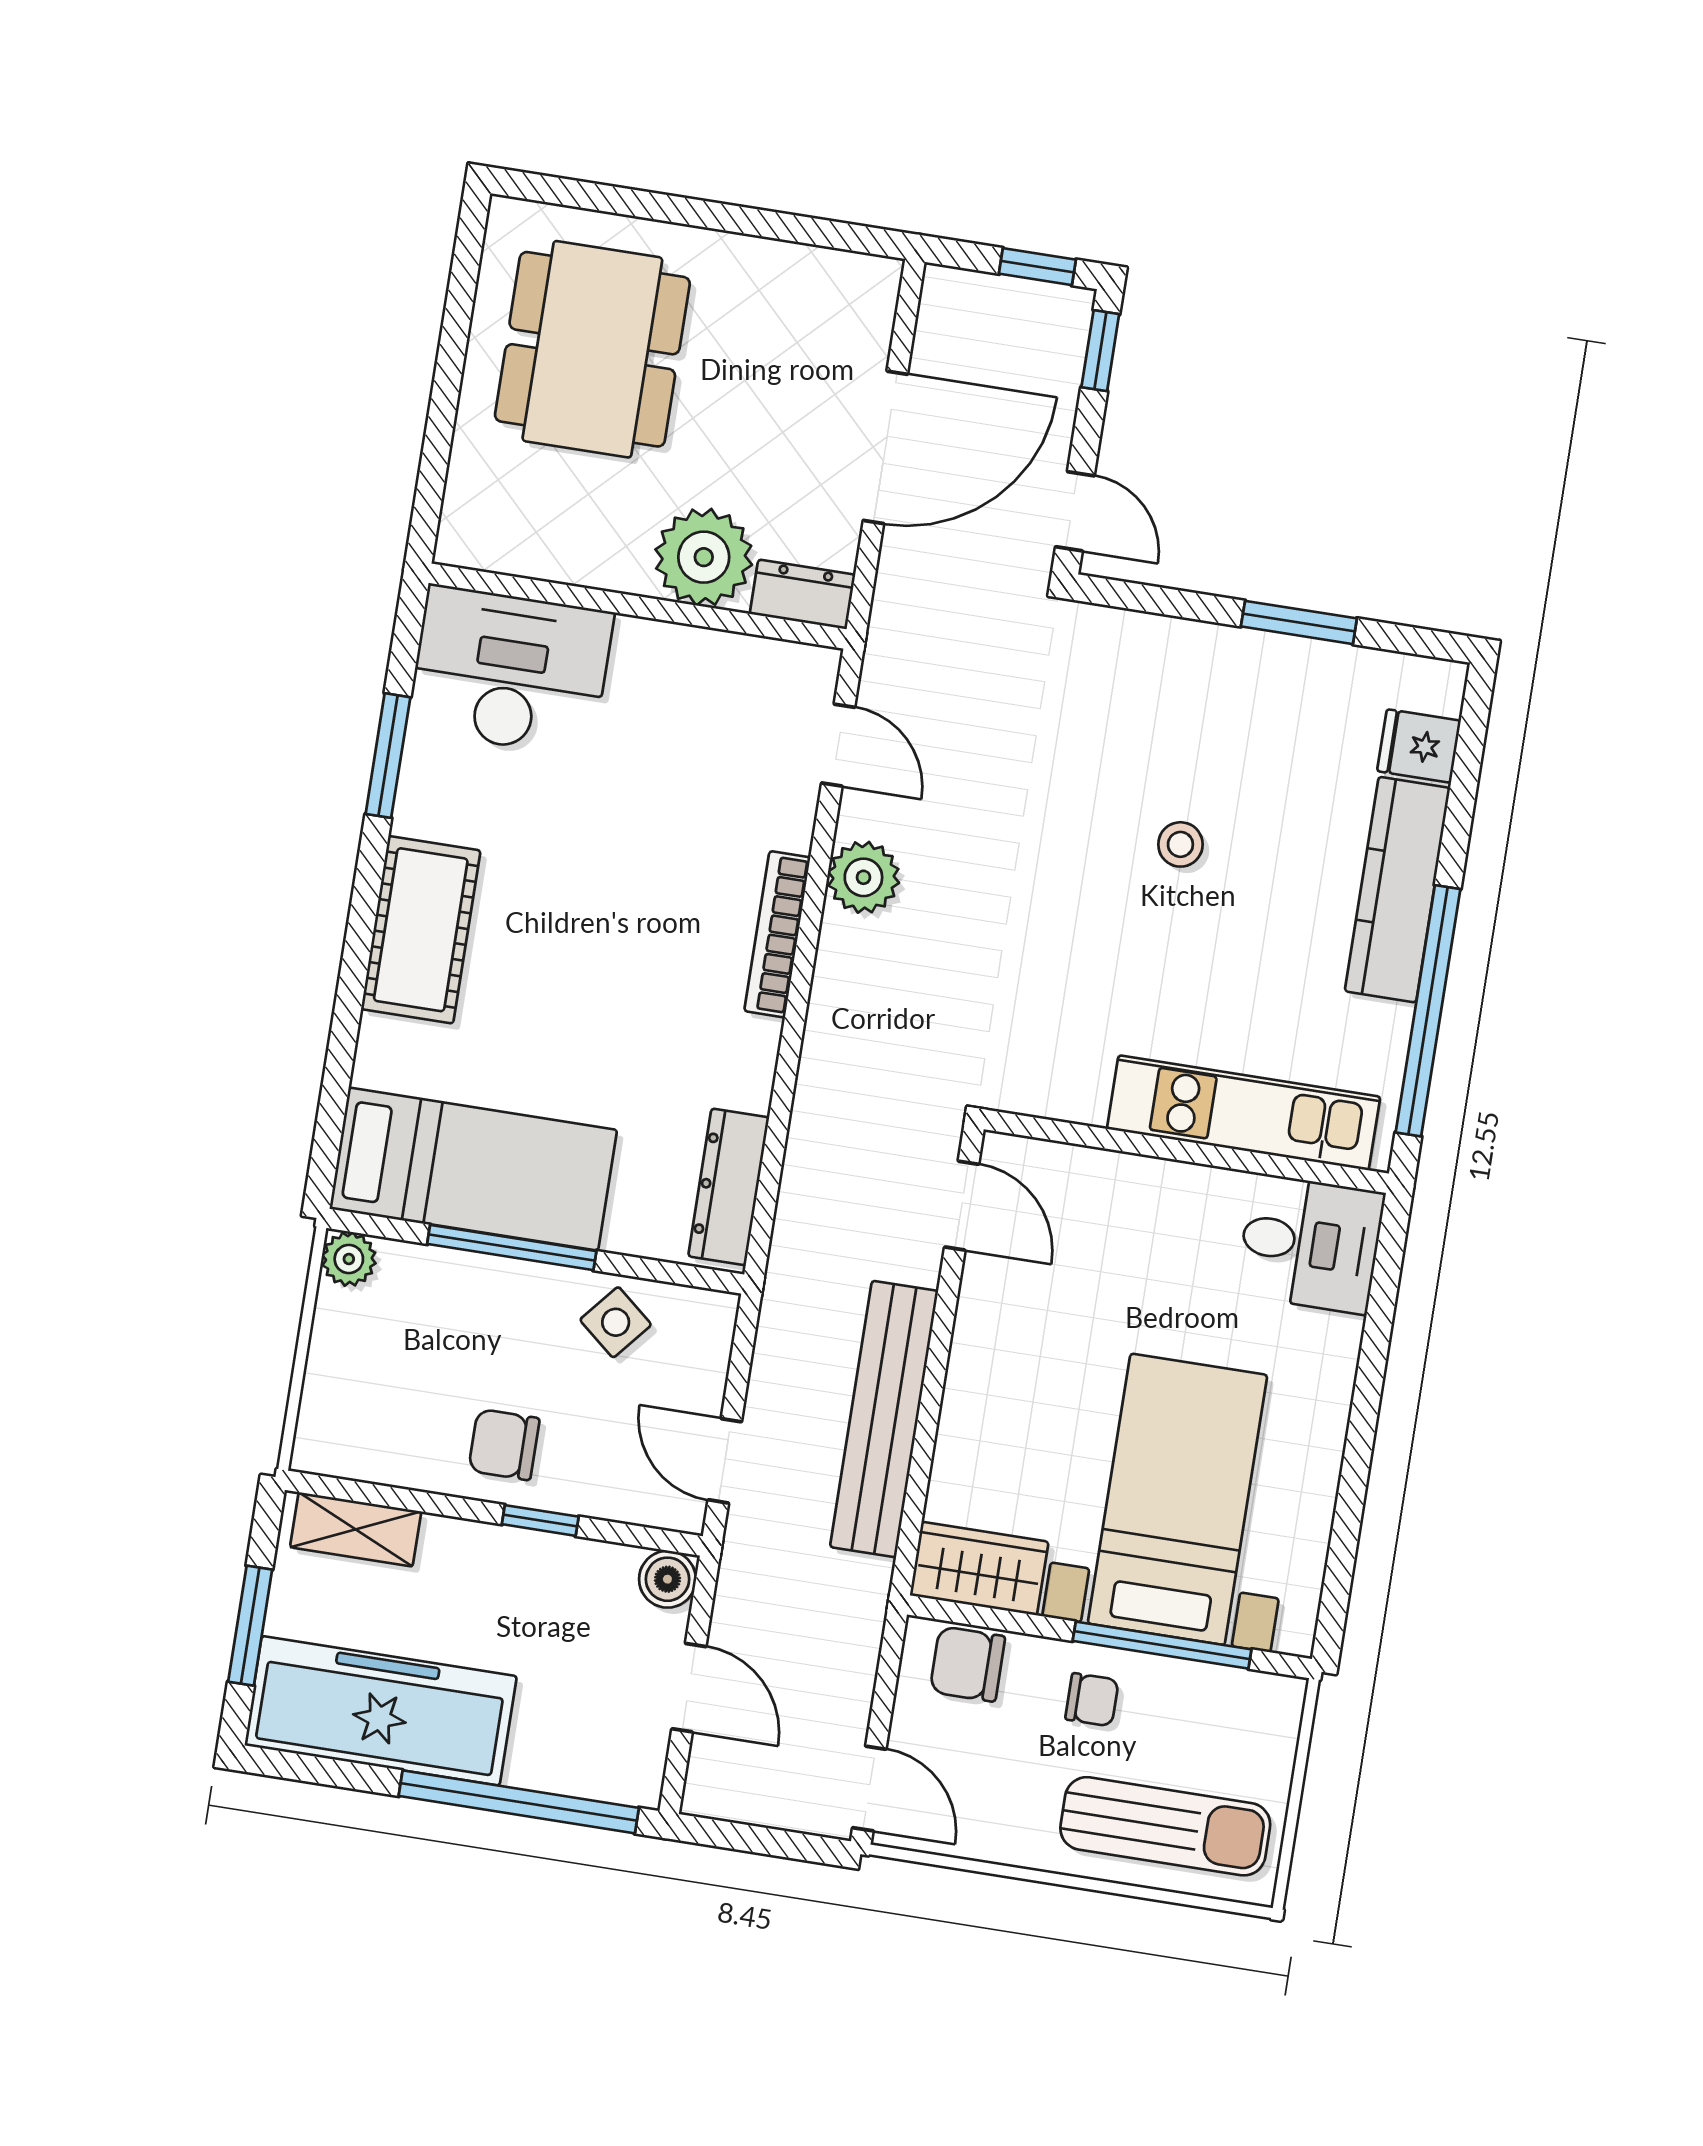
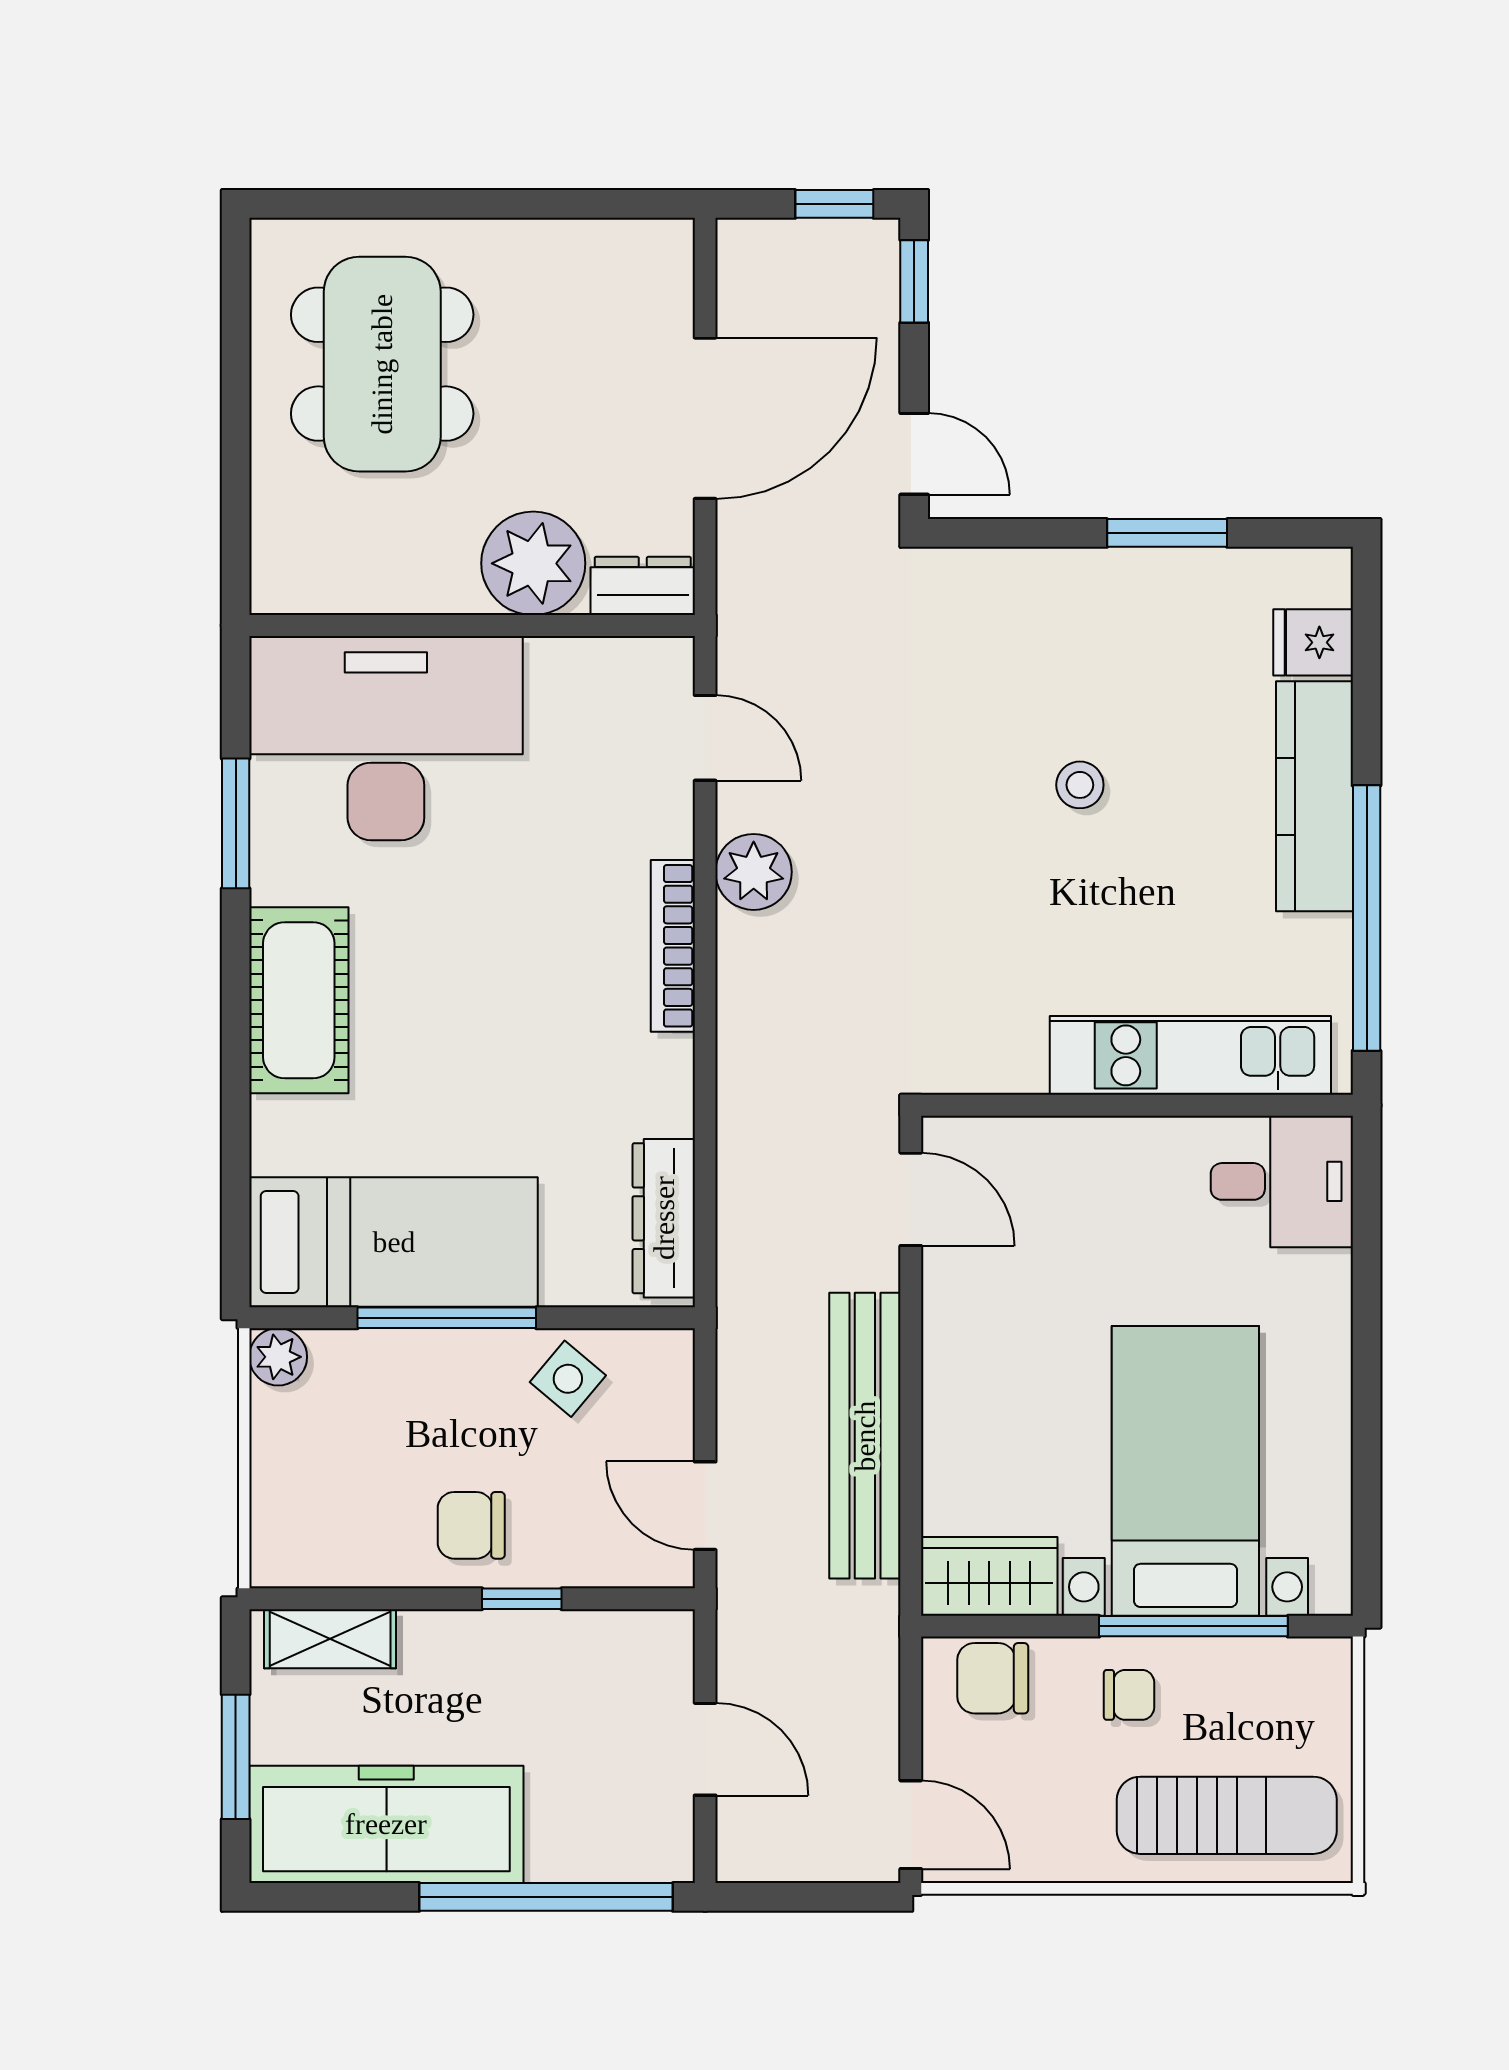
desk: (510, 671) -> (386, 738), width x1.36, depth x1.30
boiler: (667, 1579) -> (665, 1639), removed

